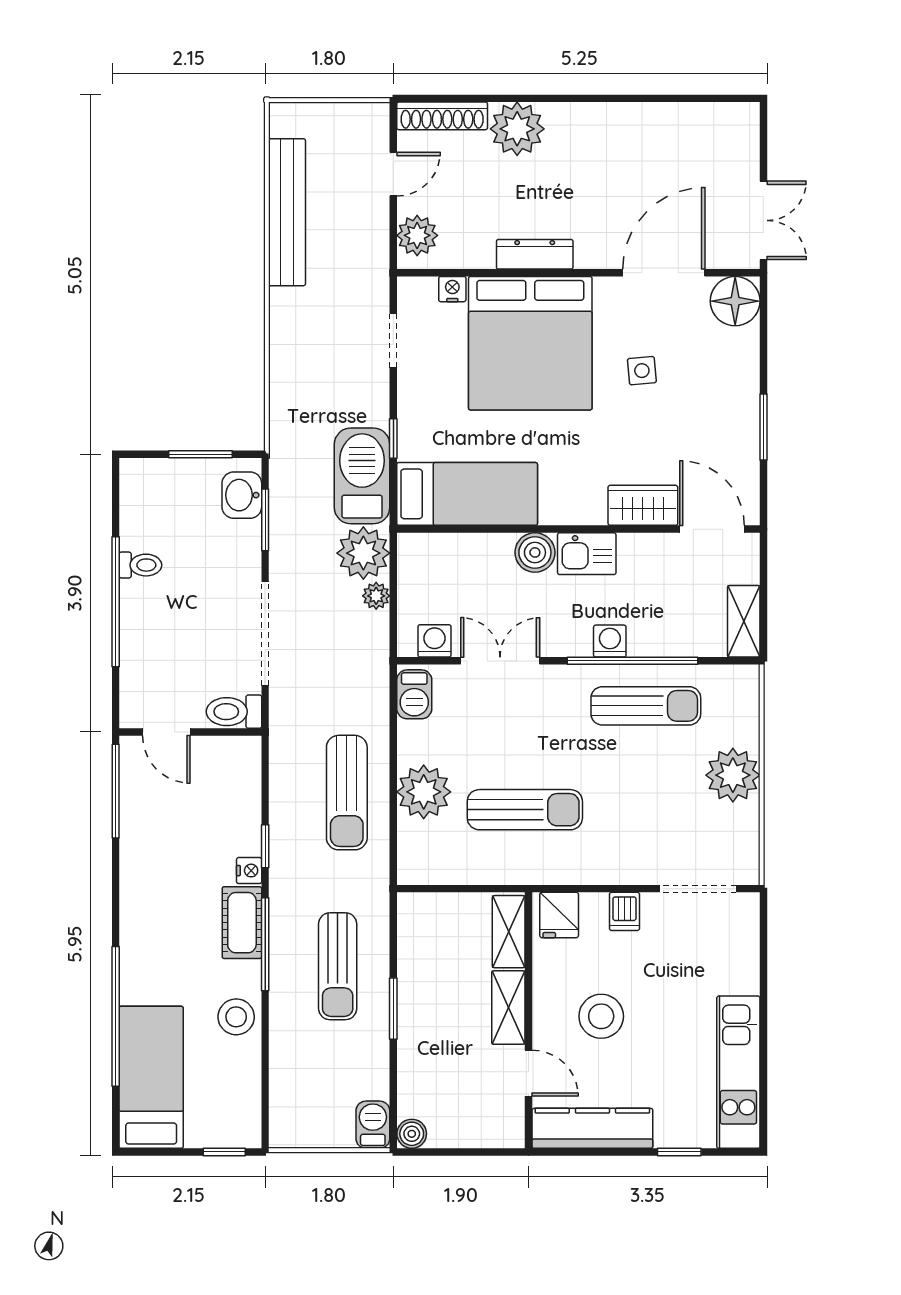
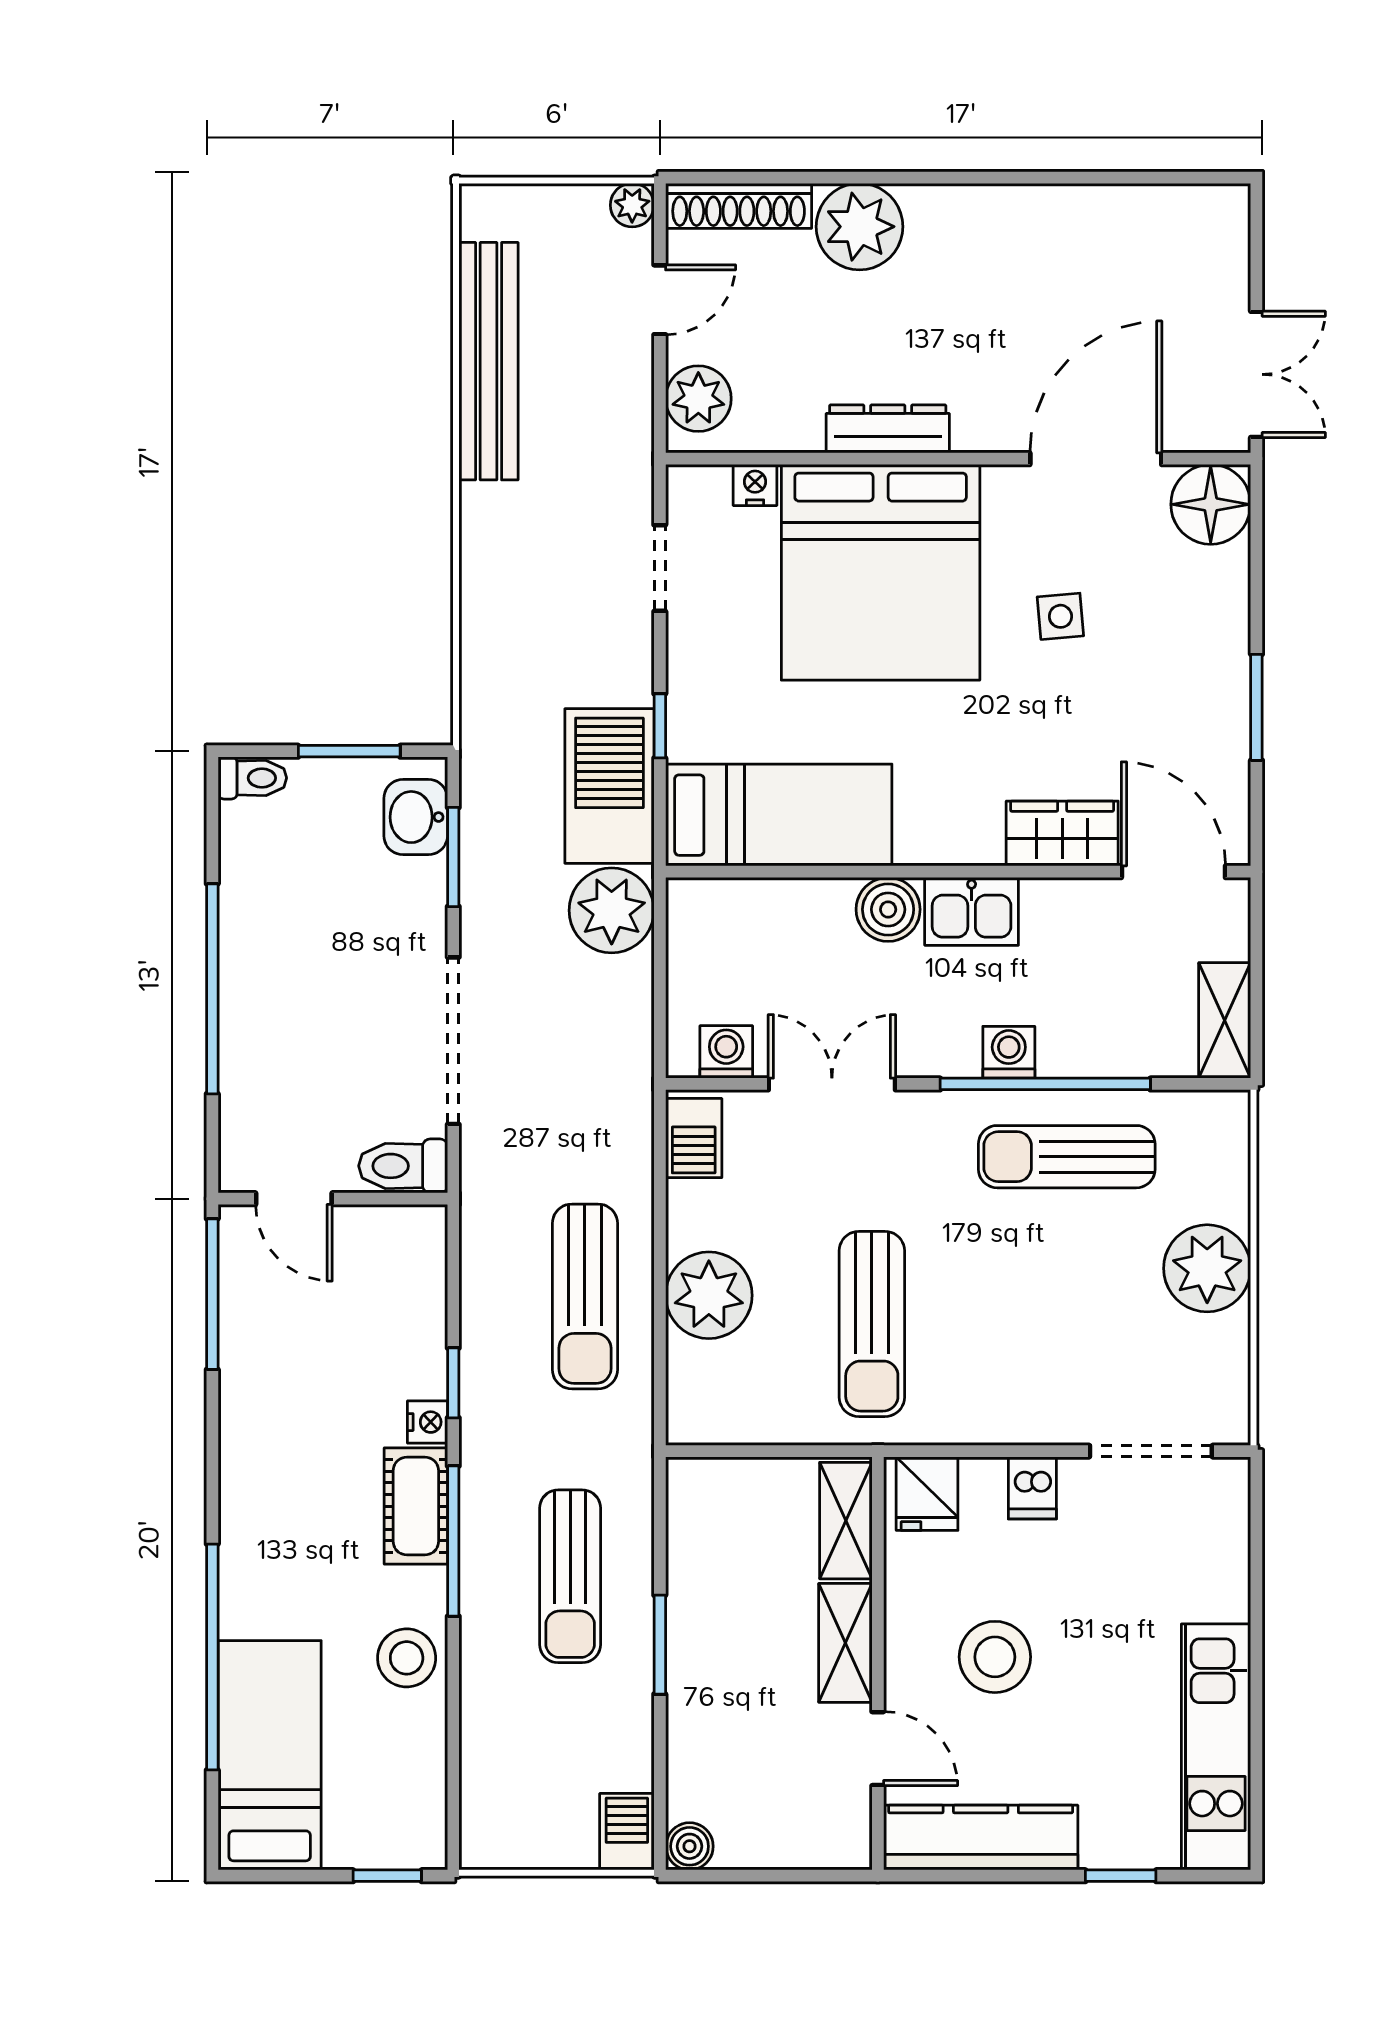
toilet: (140, 565) -> (252, 778), moved
plant: (376, 596) -> (632, 205), moved
sun lounger: (646, 706) -> (1067, 1157), turned 180
sun lounger: (525, 810) -> (872, 1324), turned 90

